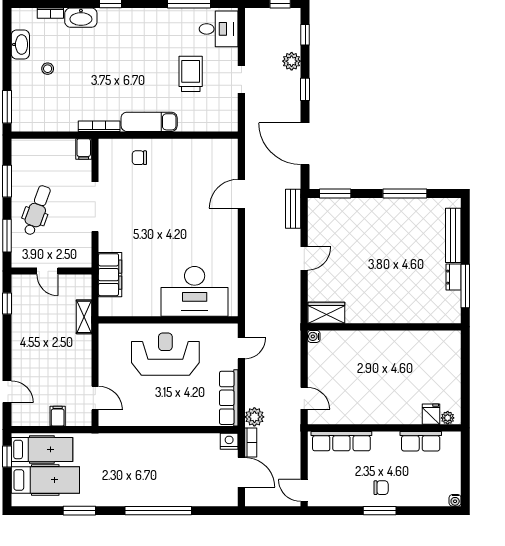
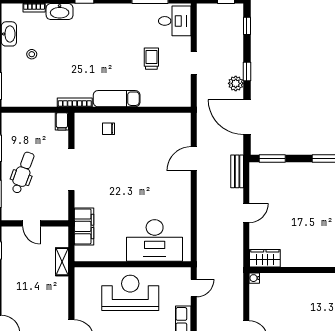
plant: (292, 61) -> (236, 83), moved
trolley: (191, 74) -> (151, 59), width x0.73, depth x0.72

